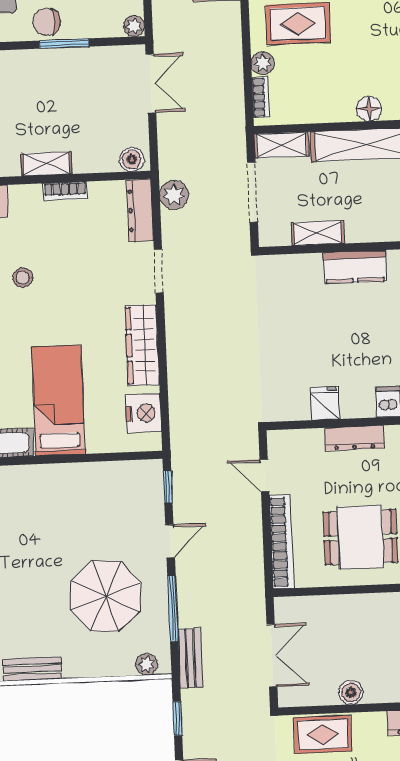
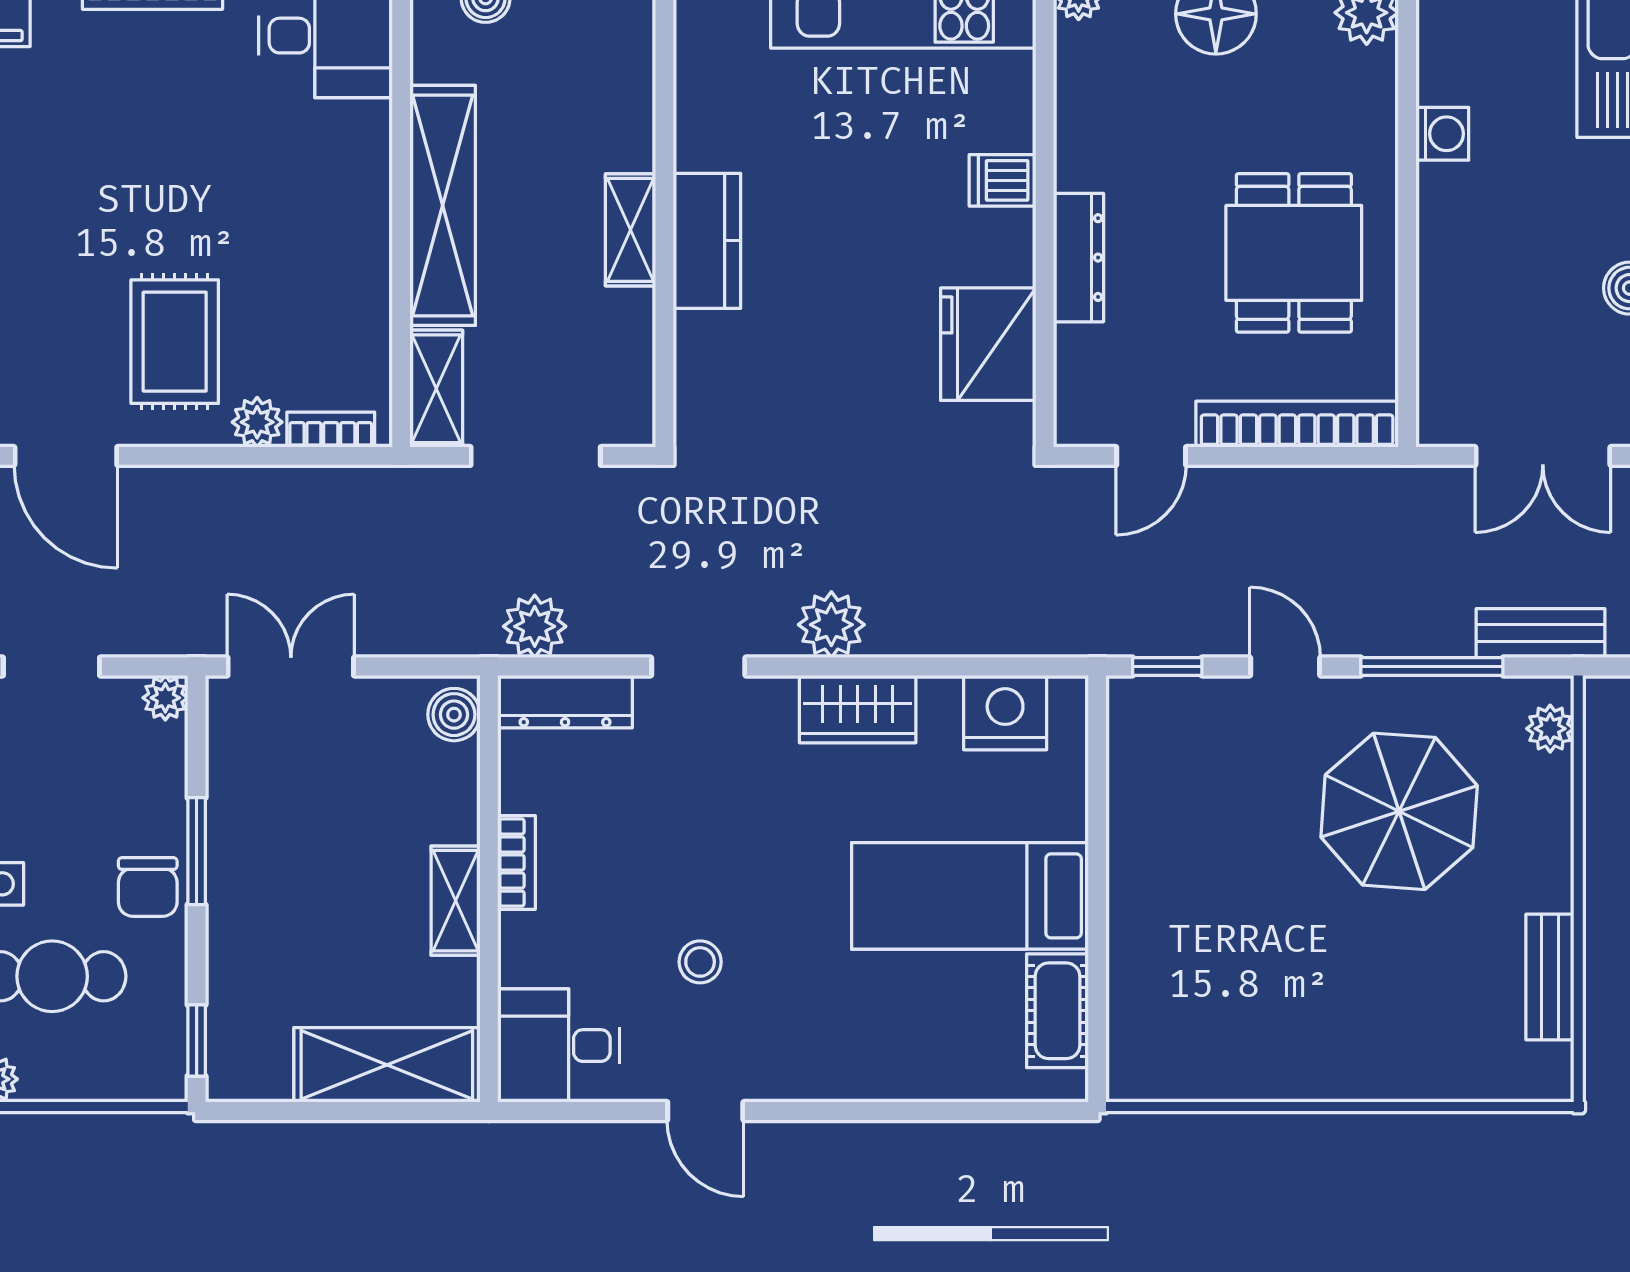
floor lamp: (369, 109) -> (365, 196), removed
shelving: (318, 233) -> (630, 230), moved
plant: (181, 331) -> (831, 625), added
wardrobe: (142, 345) -> (858, 709), width x0.67
fridge: (325, 403) -> (988, 344), width x1.88, depth x1.34
double door: (272, 656) -> (1543, 456), swing flipped

